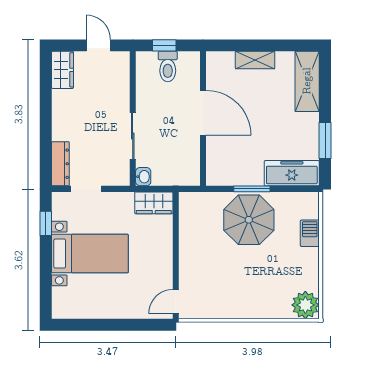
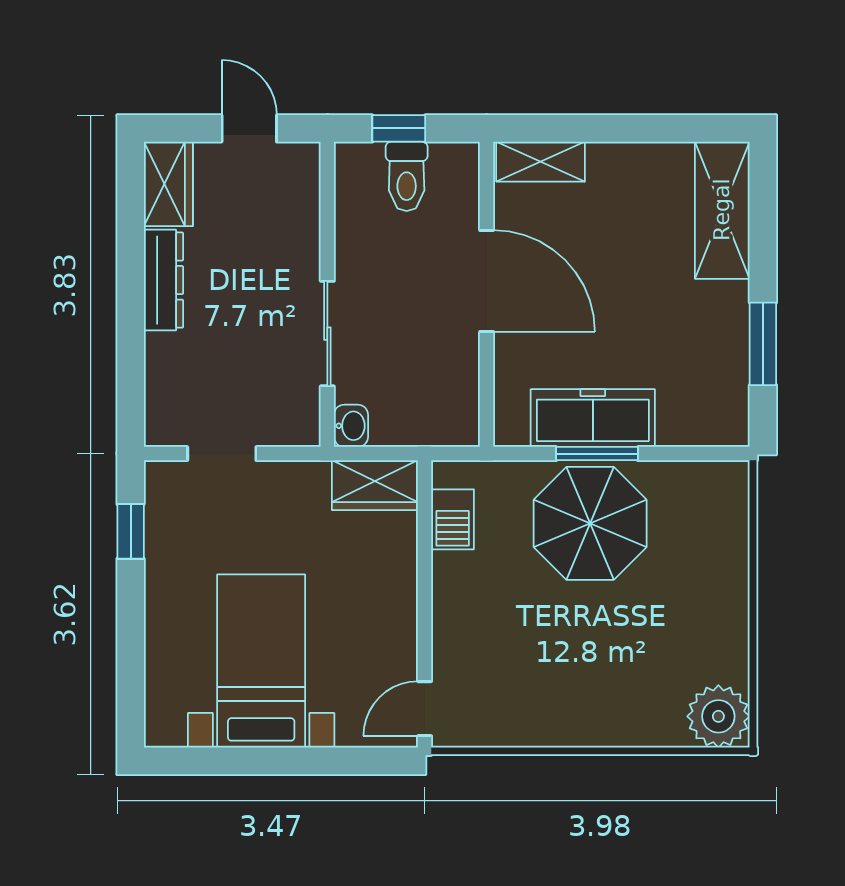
shelving: (255, 60) -> (541, 162), moved
dresser: (60, 164) -> (163, 280), moved
freezer: (292, 173) -> (593, 418), moved
barbecue: (310, 233) -> (453, 519), moved, turned 180
bed with nightstands: (90, 254) -> (261, 661), moved, turned -90

